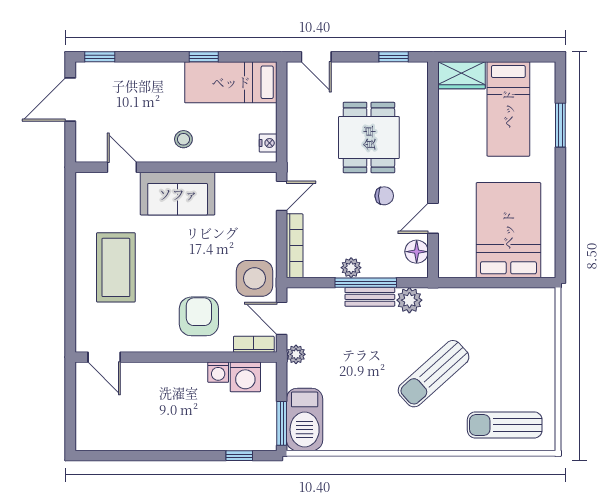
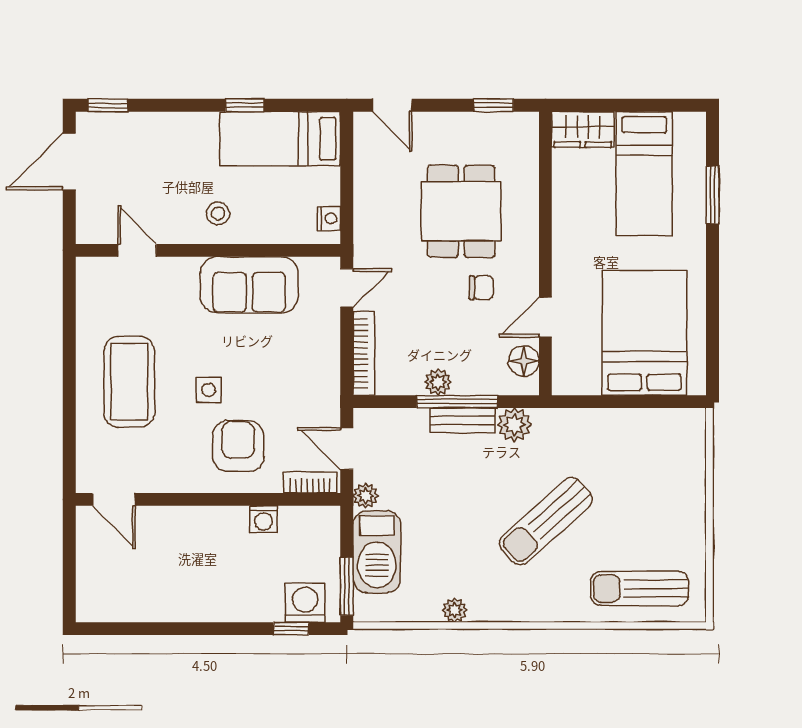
sofa: (178, 194) -> (249, 285), moved
side table: (255, 278) -> (209, 390), moved, width x0.54, depth x0.54
washing machine: (245, 377) -> (305, 603), moved, turned 180
barbecue: (305, 419) -> (377, 552), moved
plant: (364, 442) -> (455, 610), added

